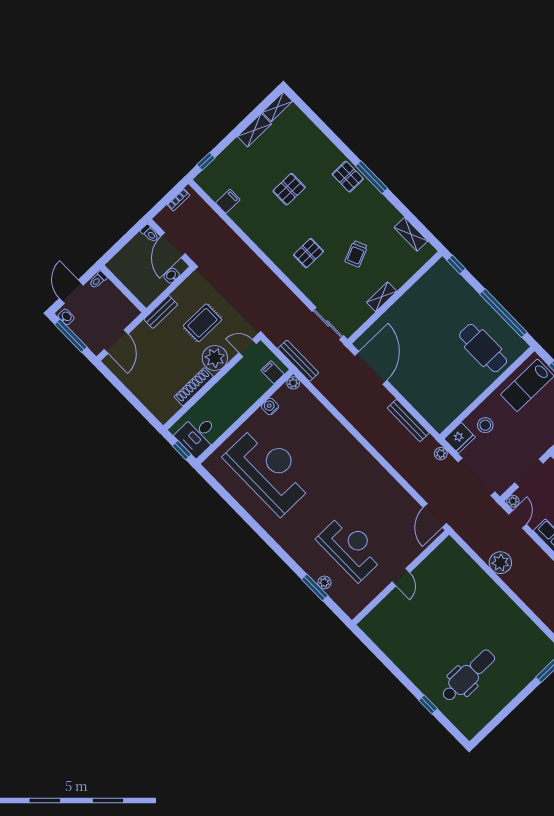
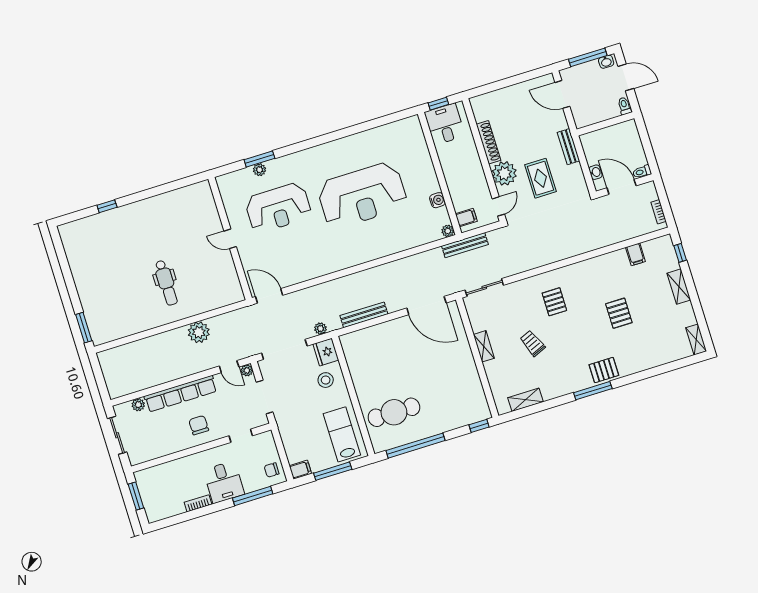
shelving: (254, 130) -> (679, 287), moved
reception desk: (269, 470) -> (362, 195), moved
dental chair: (468, 676) -> (166, 283), moved, width x0.73, depth x0.72

